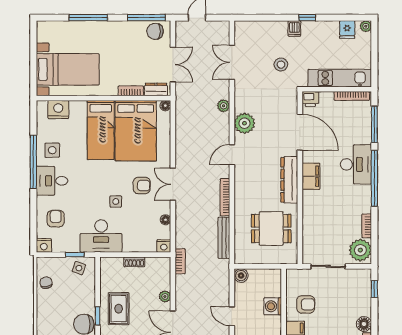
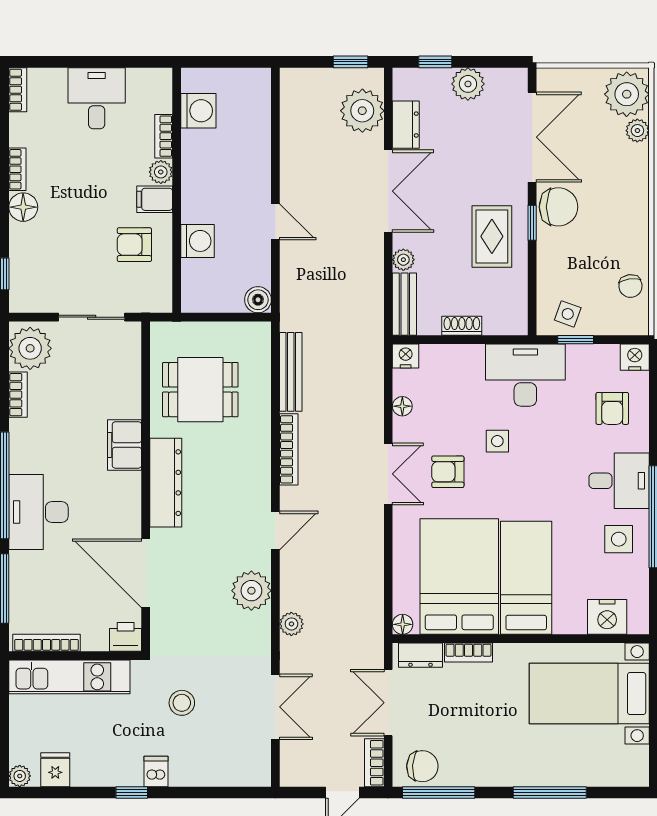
filing cabinet: (311, 176) -> (125, 445), moved
bookcase: (180, 261) -> (374, 763), moved
bench: (164, 273) -> (404, 304), added

